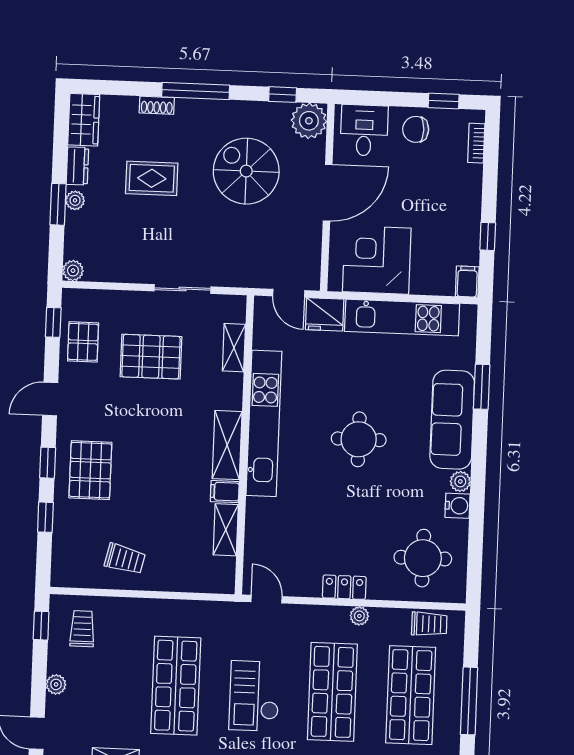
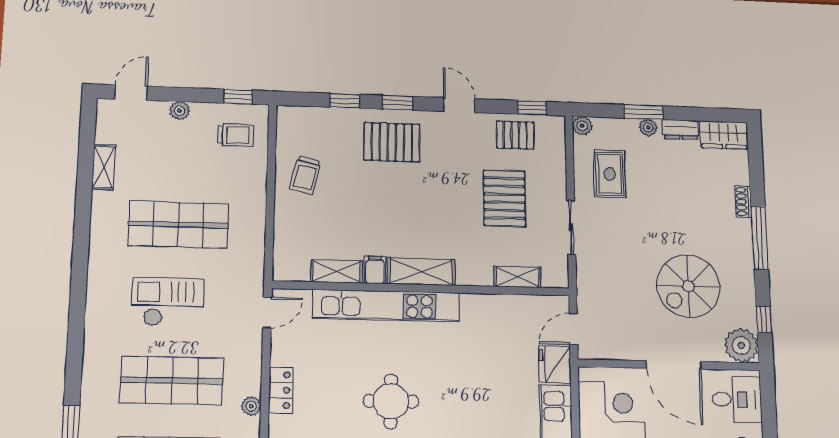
spiral stairs: (246, 171) -> (688, 286), turned 180
rug: (152, 178) -> (610, 174), moved
kitchen unit: (264, 423) -> (386, 306), moved
round table: (359, 439) -> (391, 401), moved

